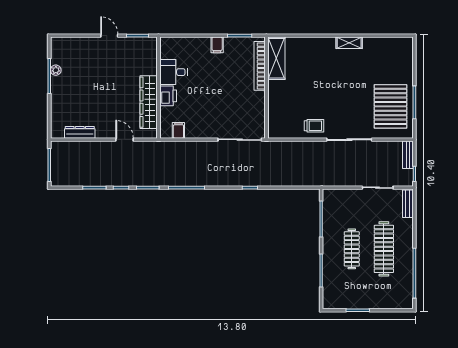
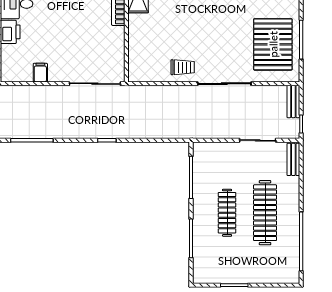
filing cabinet: (178, 130) -> (40, 73), moved

